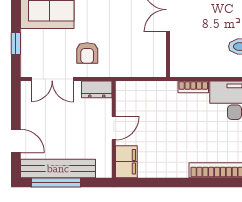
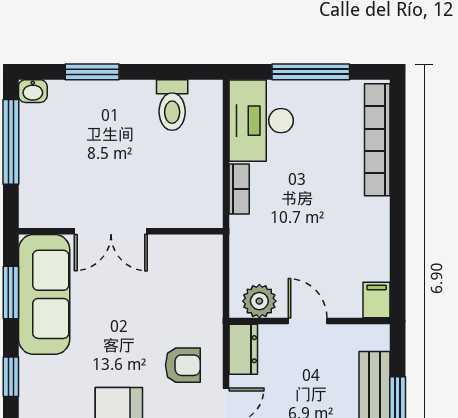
plant: (126, 99) -> (259, 301), added
filing cabinet: (126, 162) -> (377, 300), width x0.50

